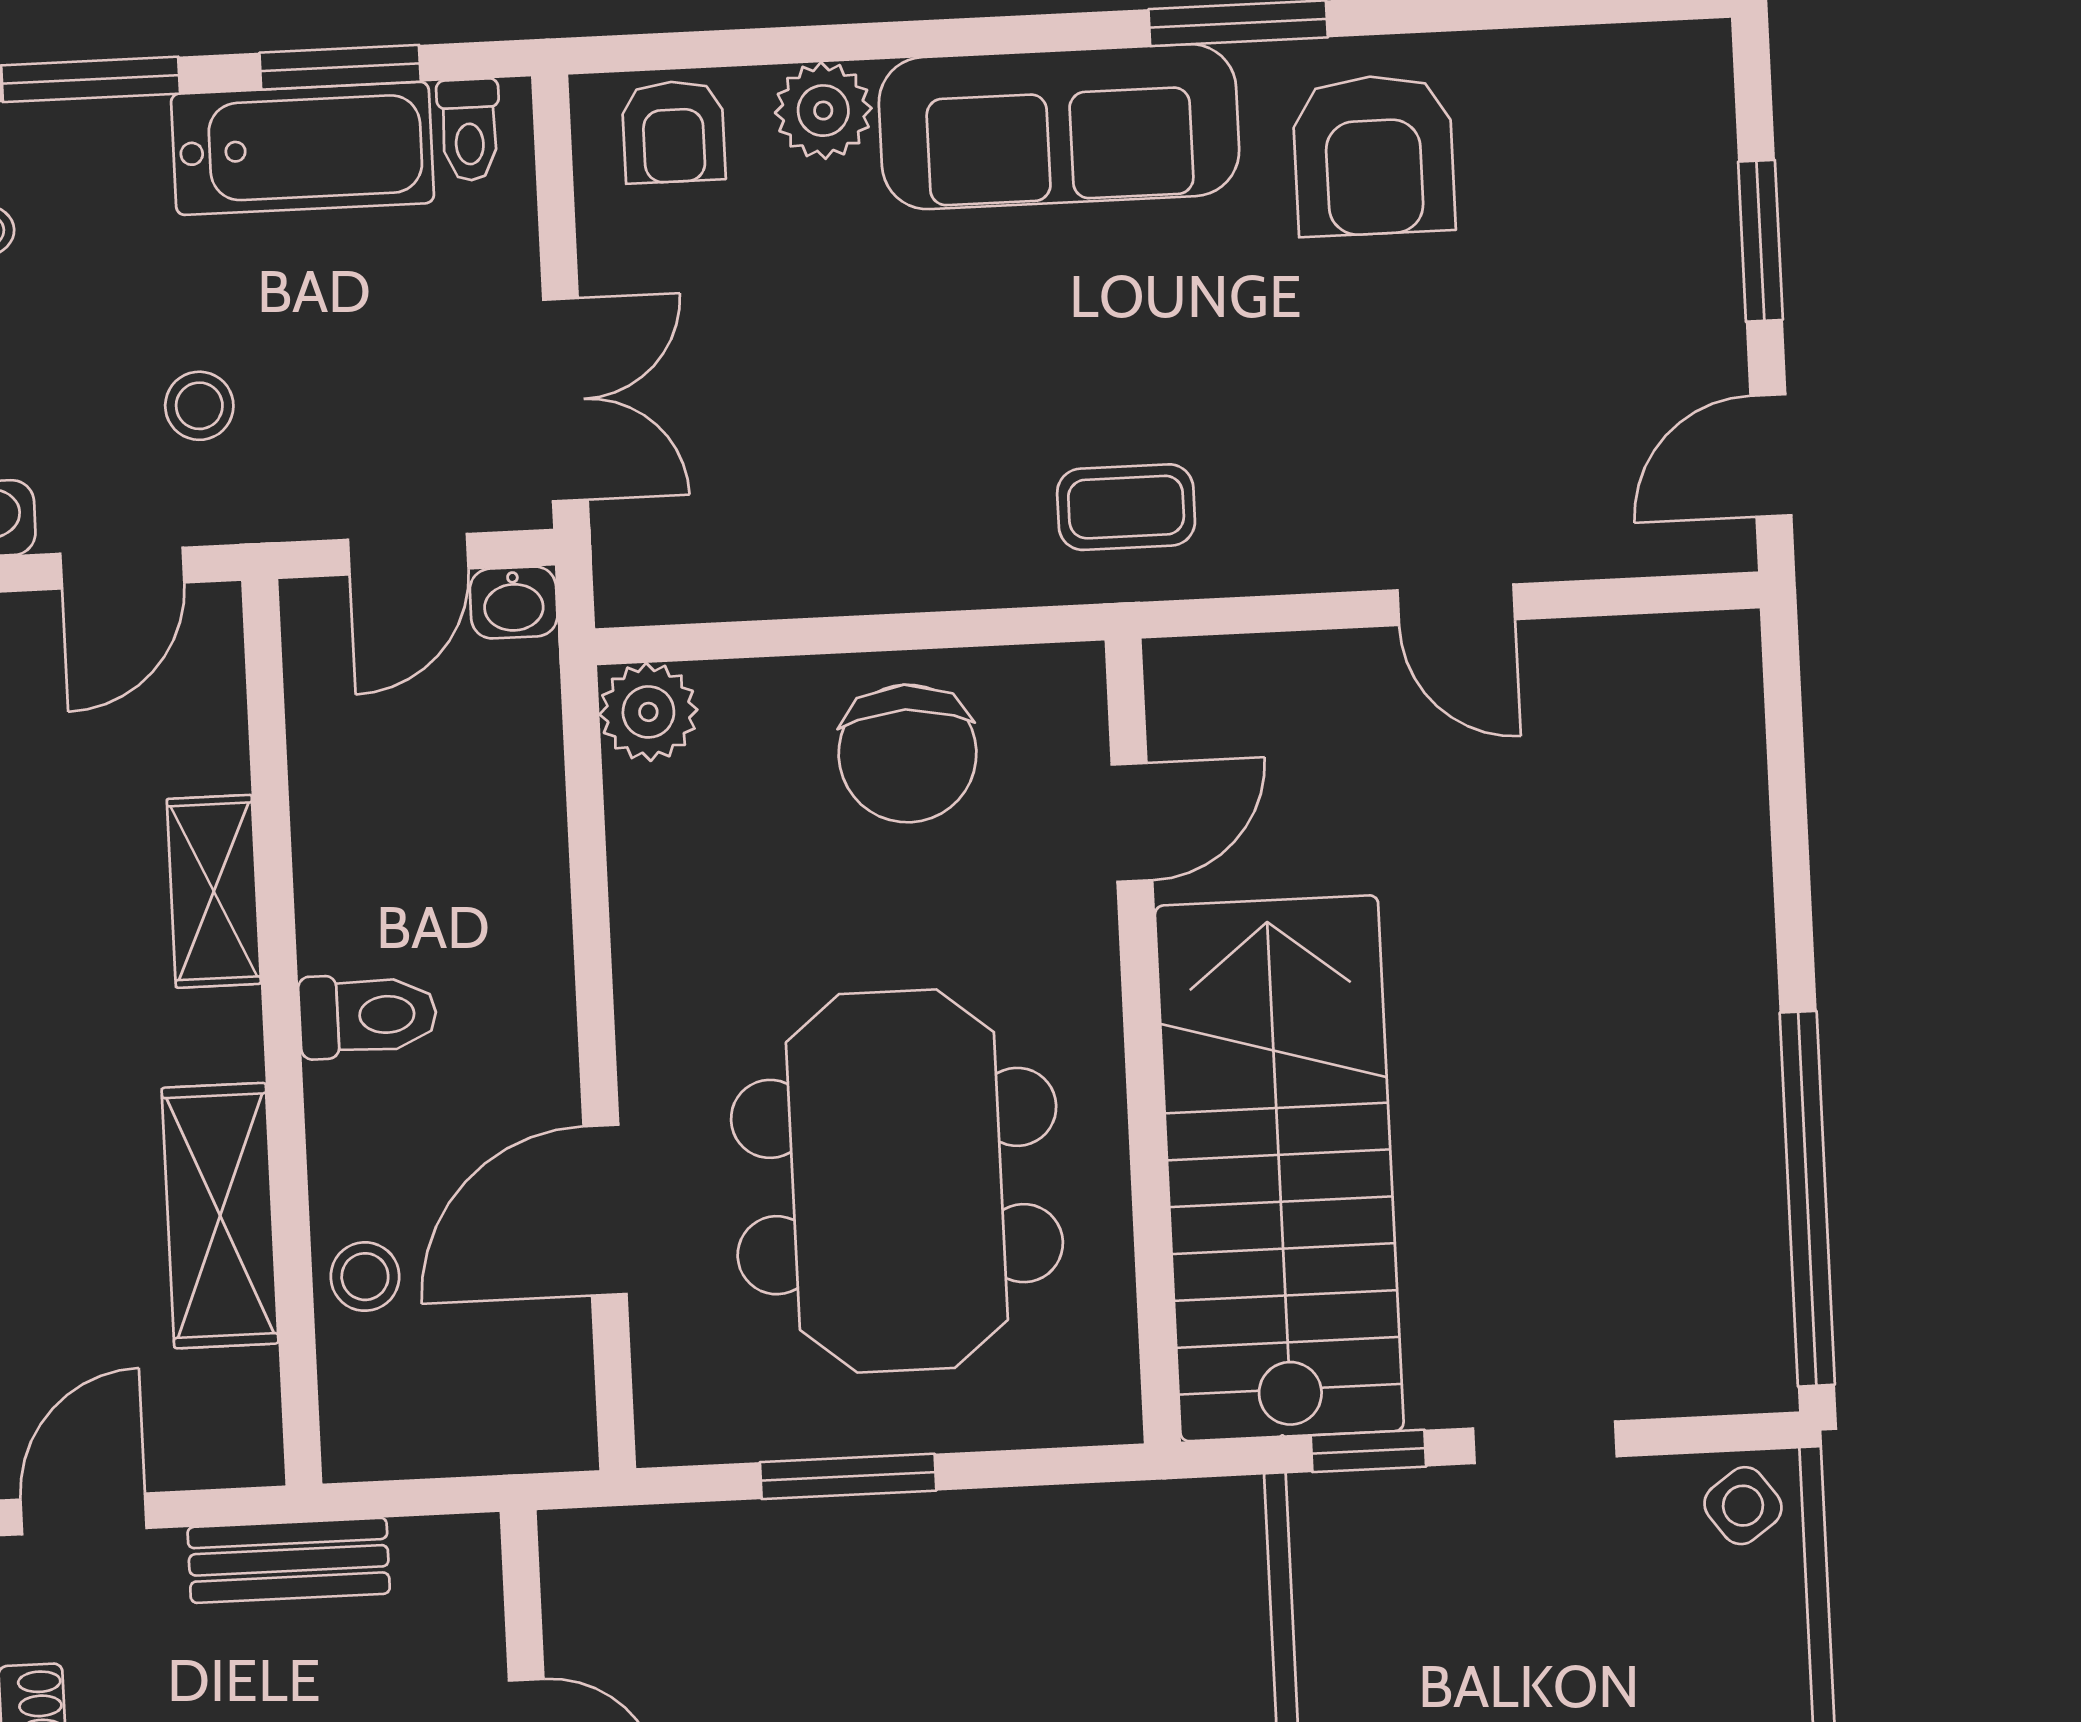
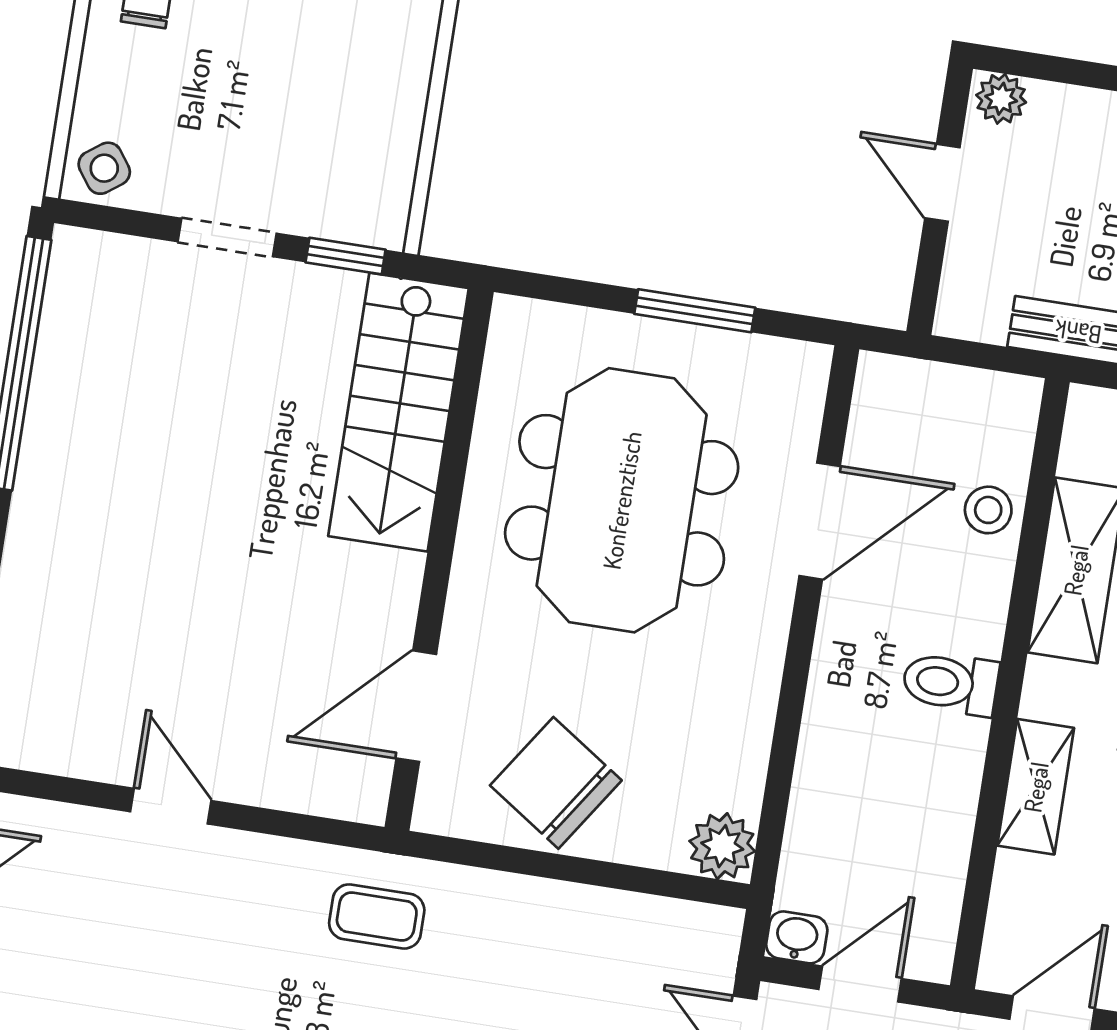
chair: (907, 754) -> (556, 783), turned -56
door: (1132, 822) -> (416, 706), width x1.37
stairs: (1279, 1168) -> (399, 412), width x0.73, depth x0.66

